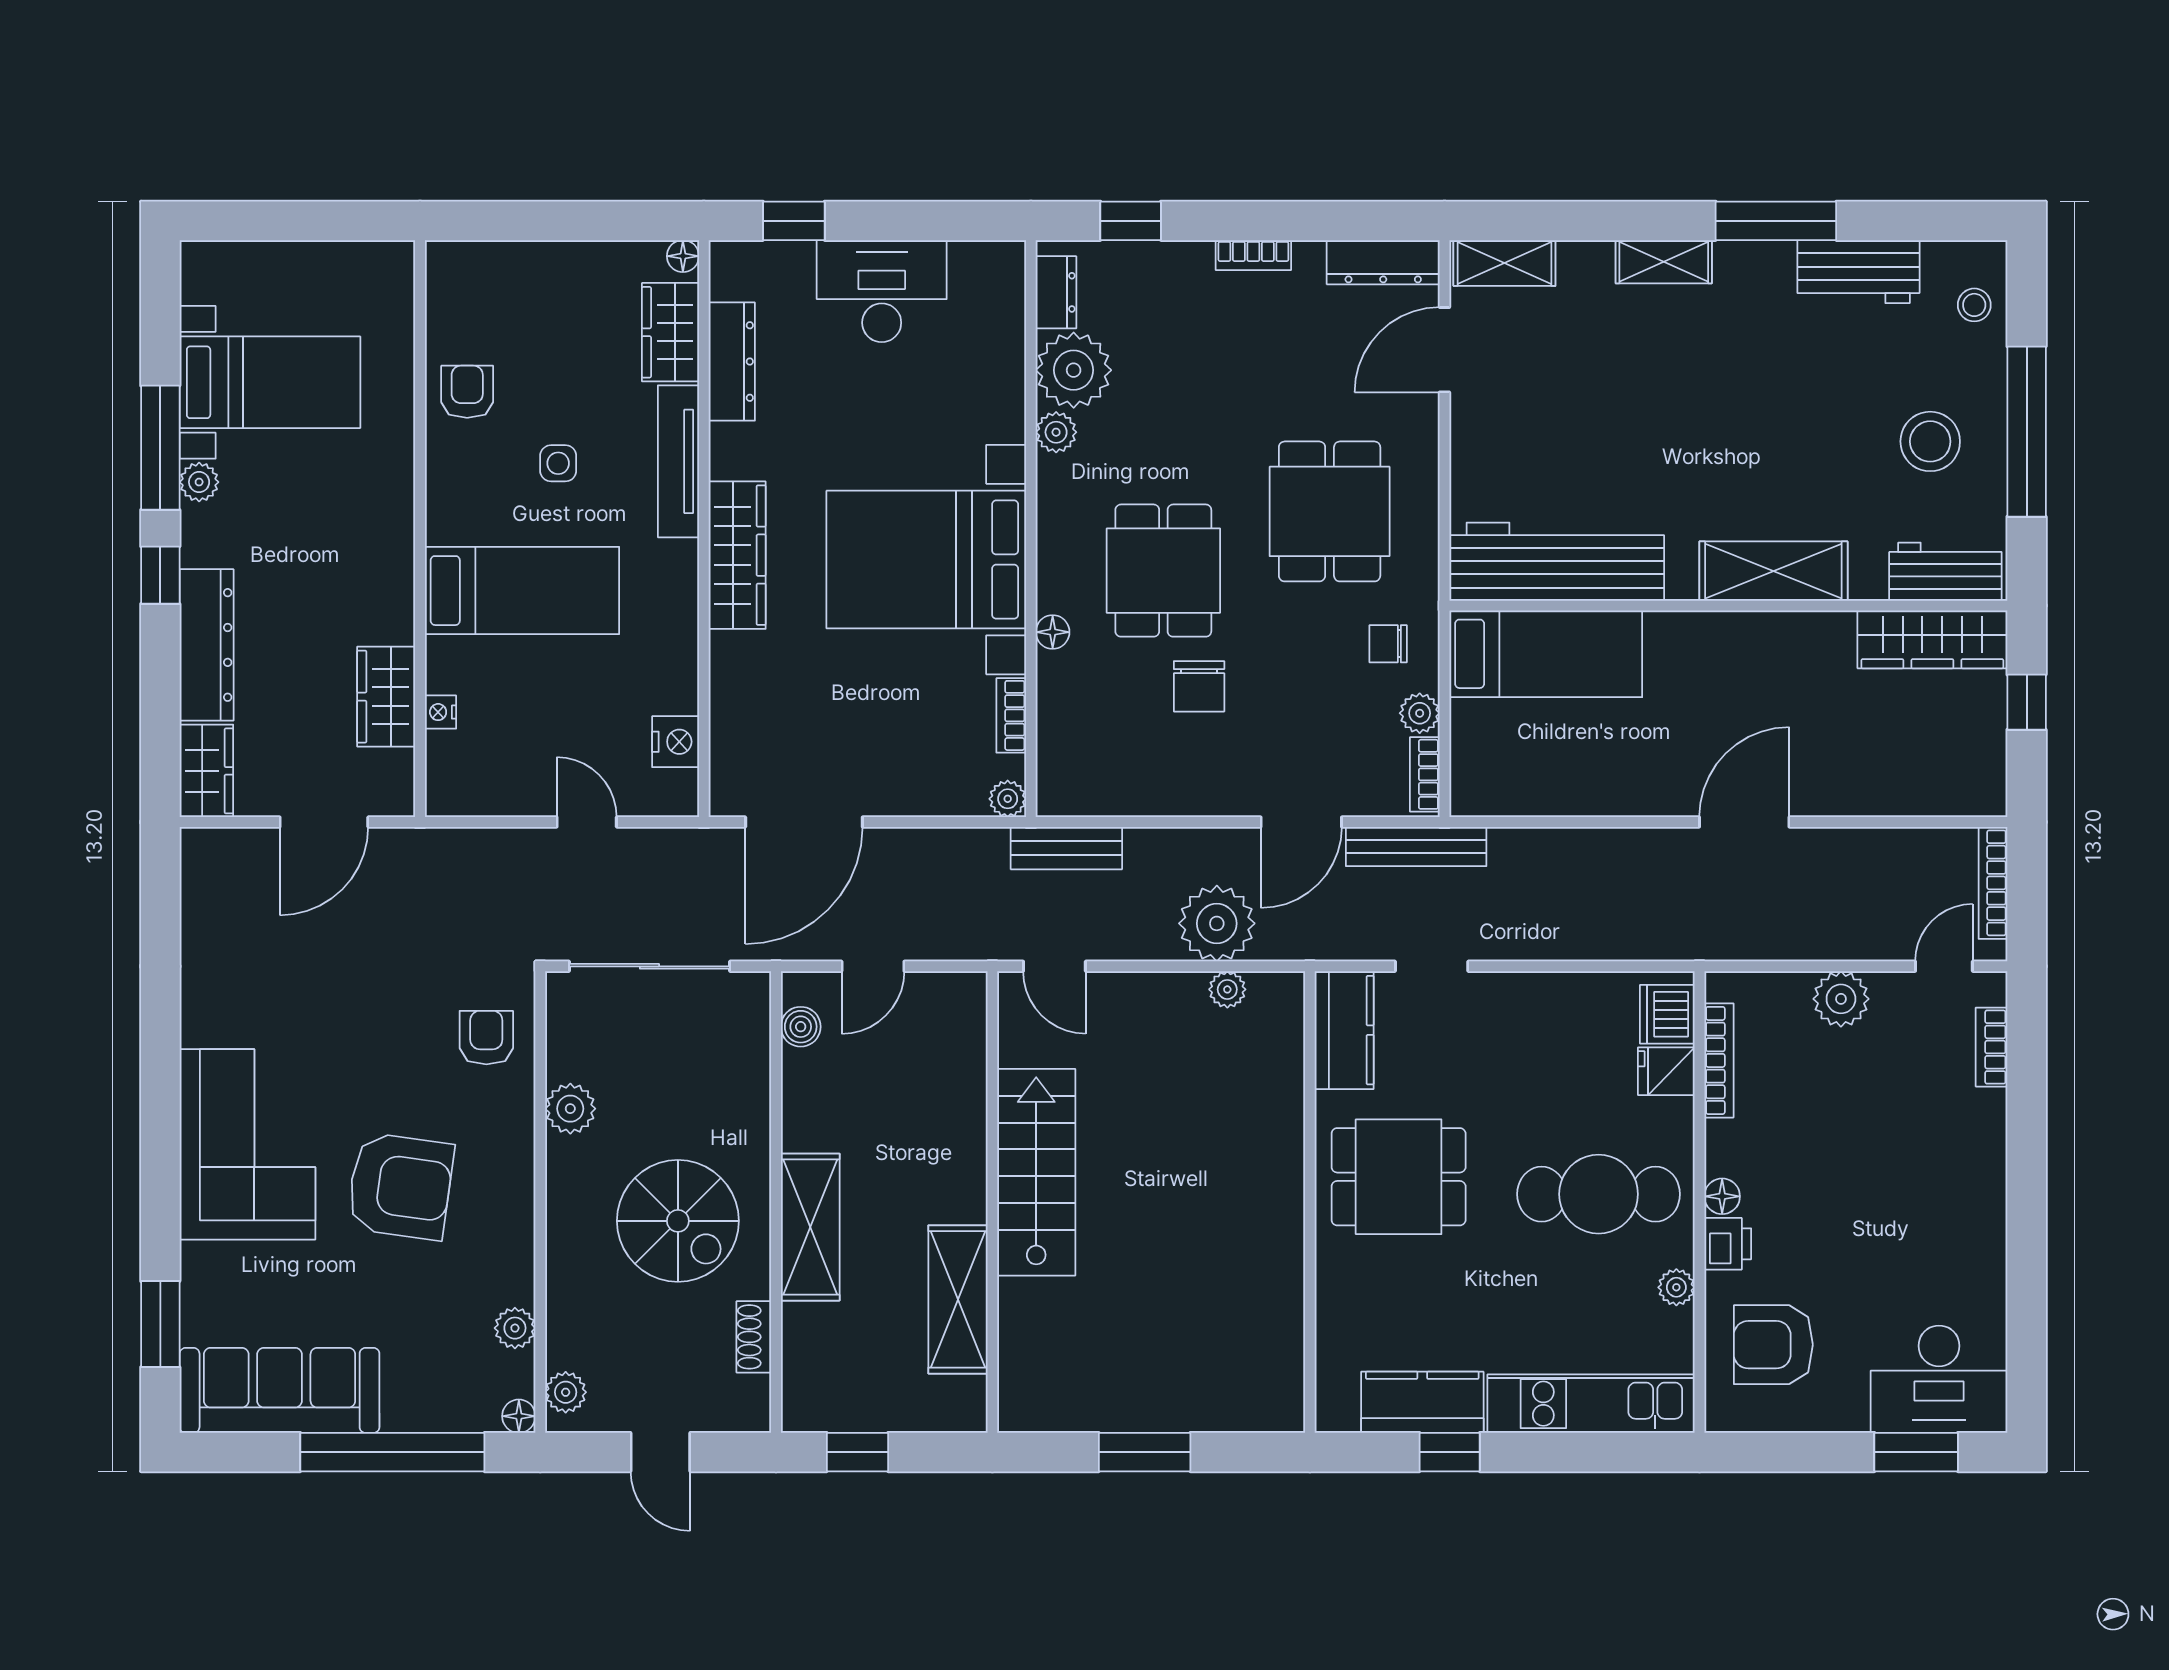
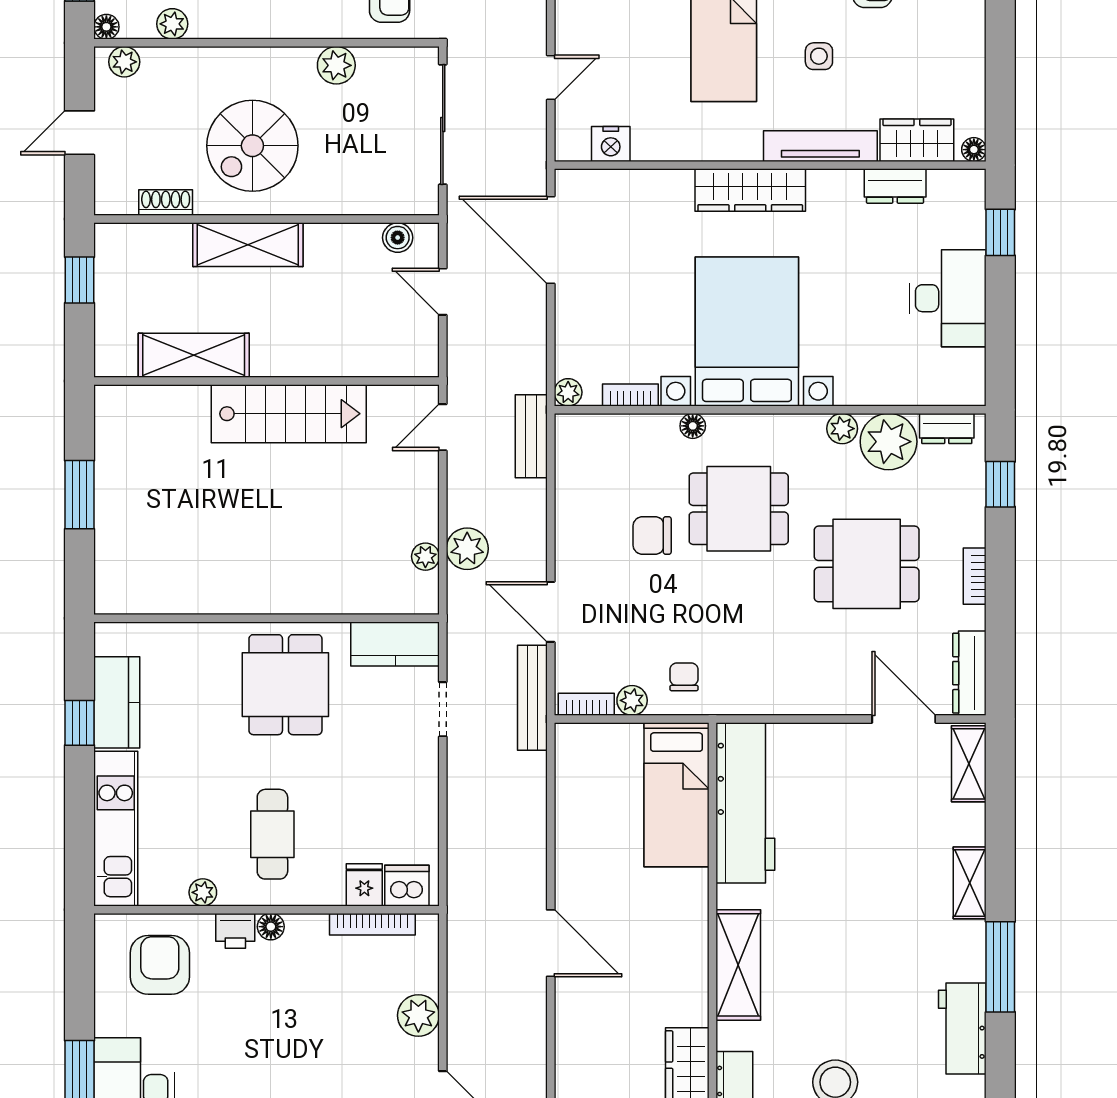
dresser: (732, 362) -> (895, 186), width x0.70
dining table: (1330, 511) -> (867, 564), moved
plant: (1217, 923) -> (467, 549), width x0.73, depth x0.73
cafe table: (1599, 1194) -> (272, 834), width x0.73, depth x0.74

